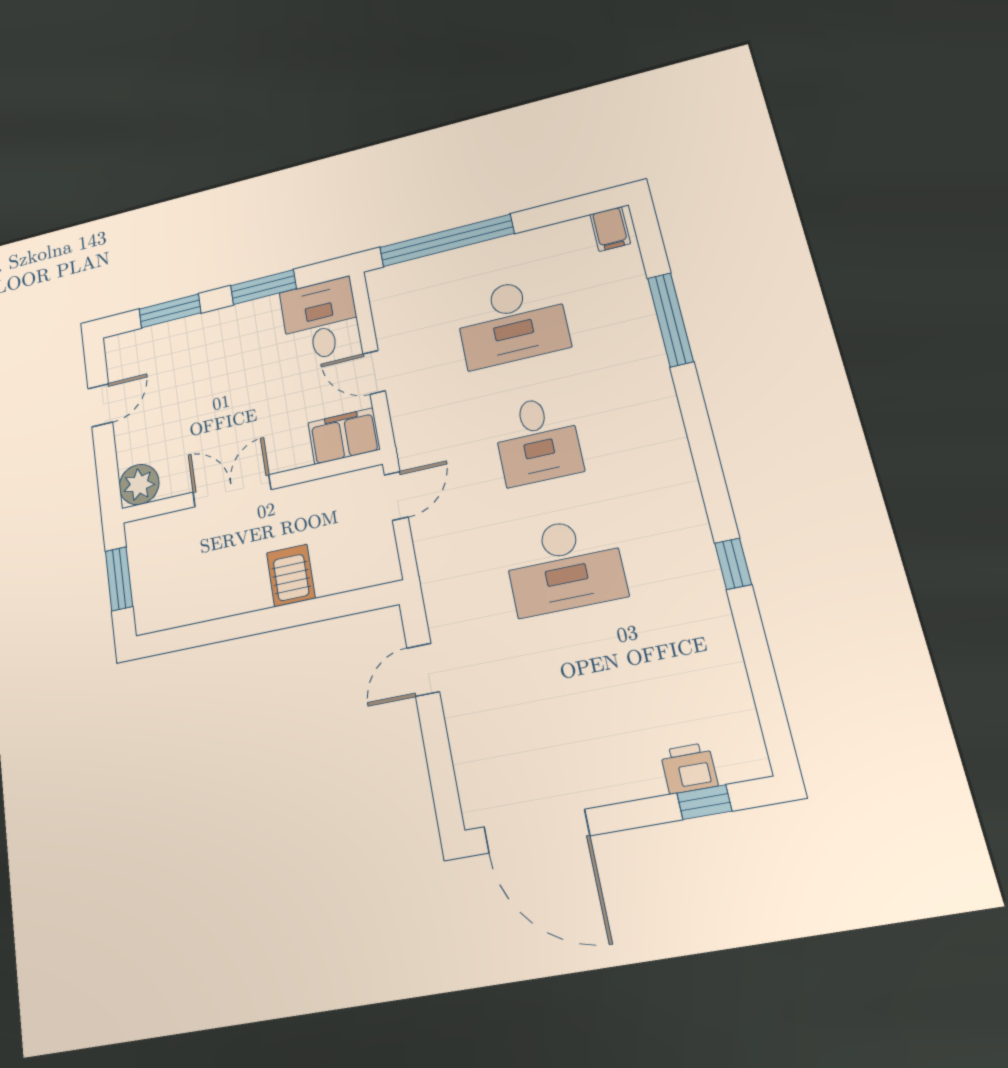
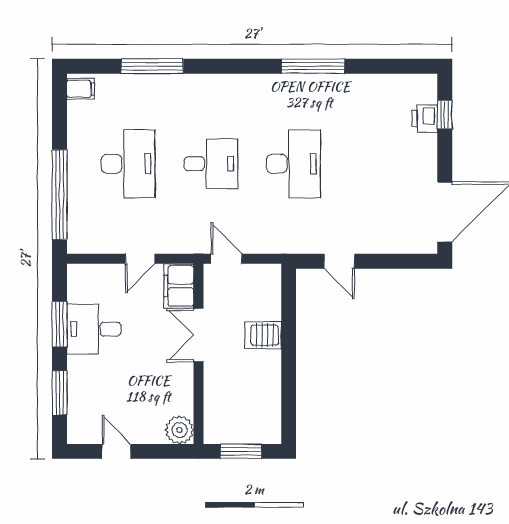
desk: (320, 320) -> (94, 329), moved
double door: (232, 491) -> (198, 335), moved
window: (733, 564) -> (313, 66), width x2.17

